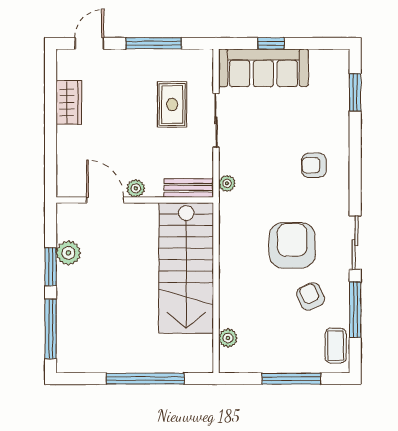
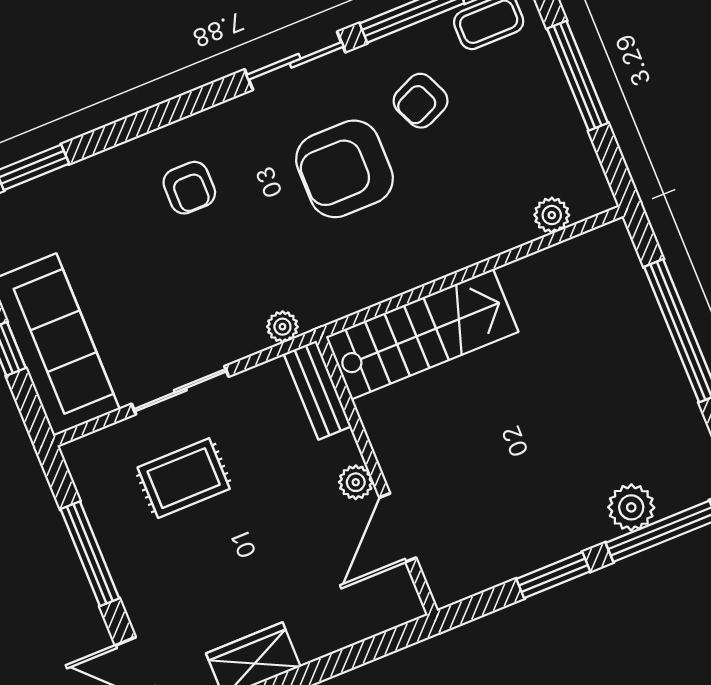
plant: (68, 253) -> (631, 507), moved
stairs: (186, 268) -> (422, 334), width x0.73, depth x0.66

